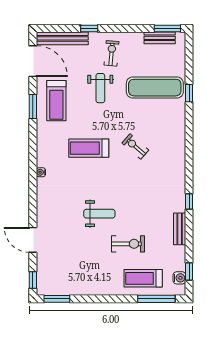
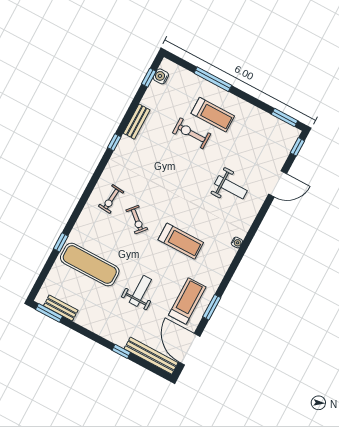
exercise bike: (111, 53) -> (111, 199), moved
weight bench: (99, 214) -> (231, 187), moved, turned 180
door: (33, 240) -> (278, 184), hinge flipped
treadmill: (143, 278) -> (213, 115), moved
window: (156, 299) -> (213, 79), moved

